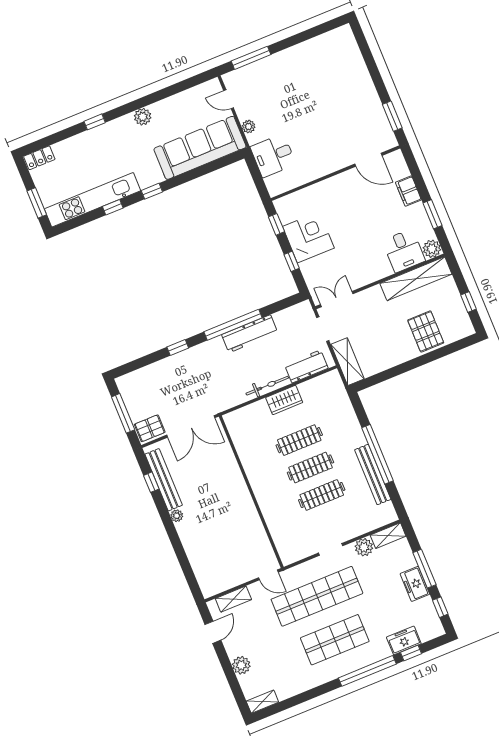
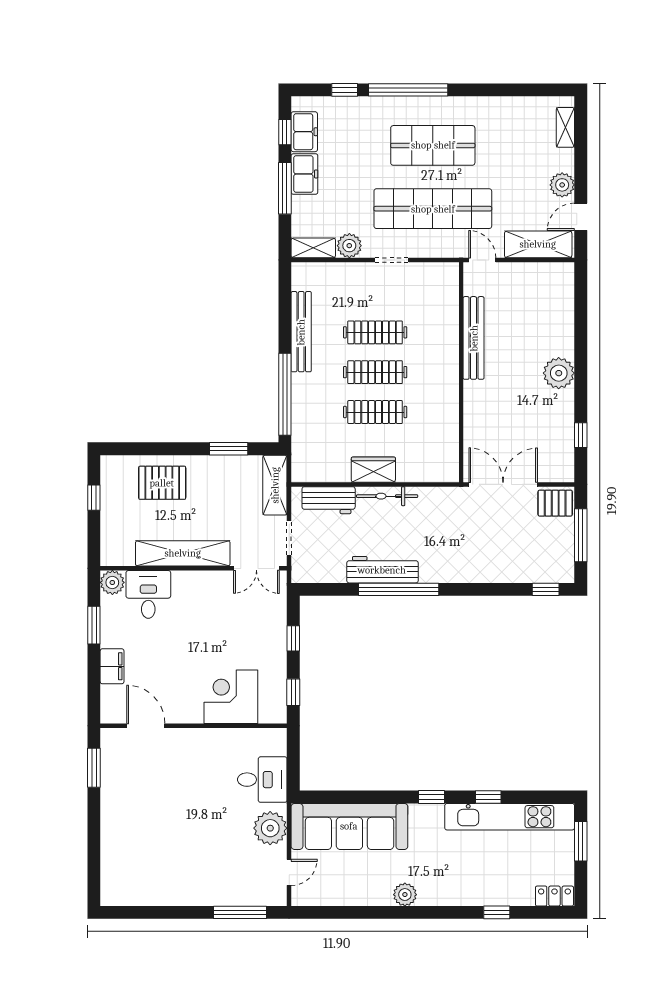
door: (229, 99) -> (289, 872), hinge flipped
window: (95, 122) -> (497, 912), moved
plant: (249, 127) -> (270, 828), width x1.87, depth x1.87
corner desk: (308, 237) -> (231, 697), moved, turned 90
shelving: (416, 279) -> (183, 553), moved
pallet: (426, 331) -> (162, 483), turned 90
window: (178, 347) -> (546, 589), moved
window: (390, 374) -> (229, 449), added
window: (378, 454) -> (285, 394), moved
bench: (164, 480) -> (474, 338), moved
plant: (177, 516) -> (559, 373), width x1.88, depth x1.88
shelving: (233, 599) -> (538, 244), width x1.50, depth x1.33
freezer: (404, 640) -> (304, 132), moved, turned -90
plant: (241, 665) -> (562, 185), moved
shelving: (262, 702) -> (565, 127), moved, turned 90

